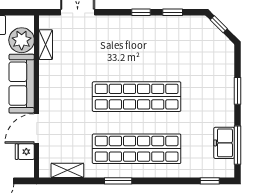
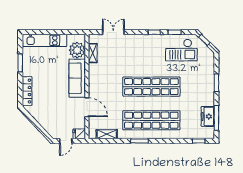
checkout: (183, 40) -> (181, 50), added
door: (37, 129) -> (87, 107), swing flipped
fridge: (25, 152) -> (79, 134), moved

